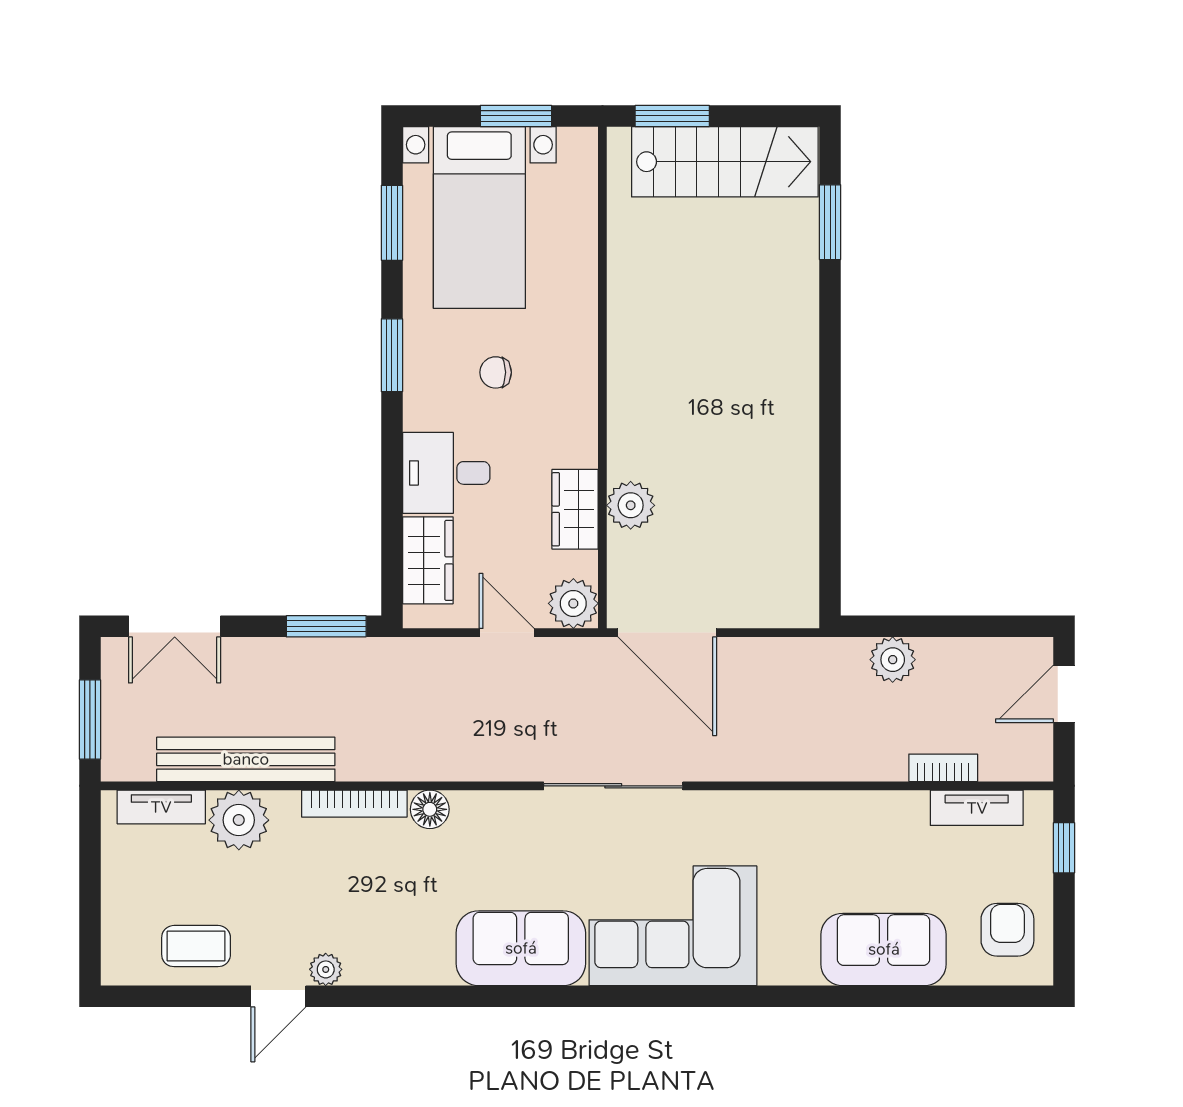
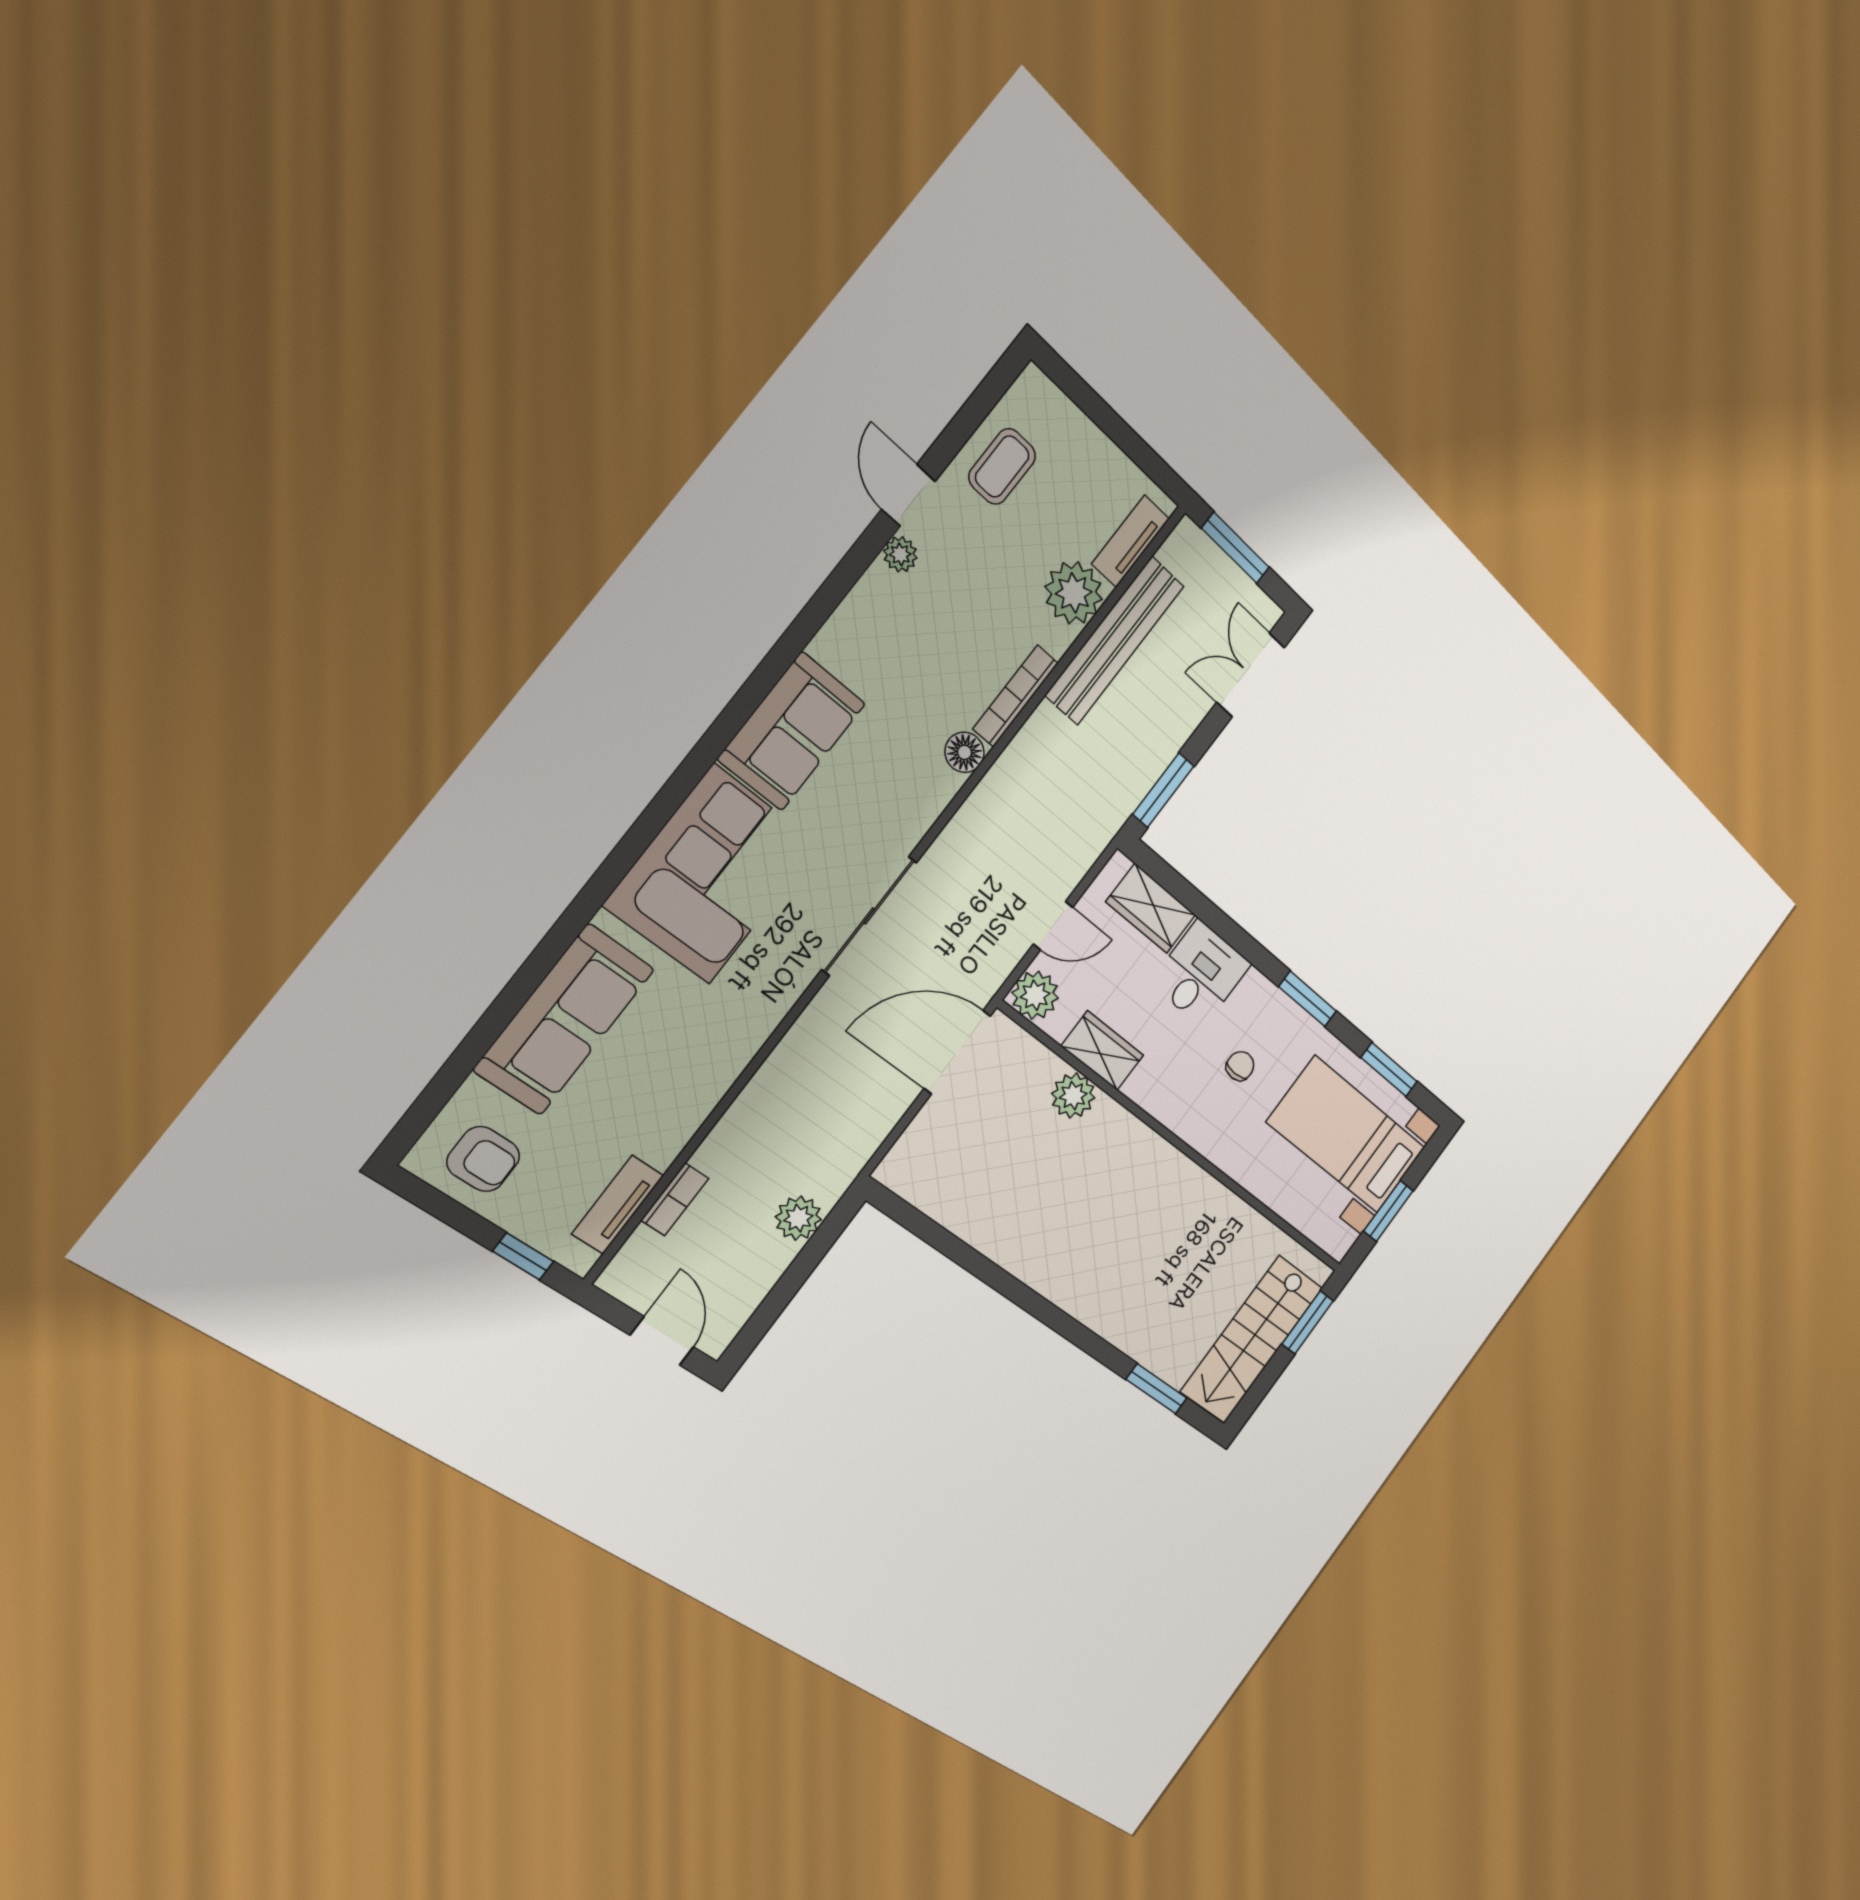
sofa: (884, 949) -> (564, 1019), width x1.36

